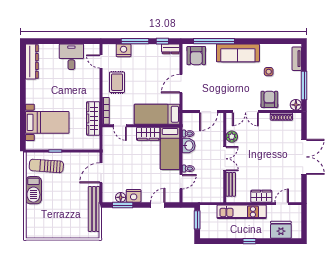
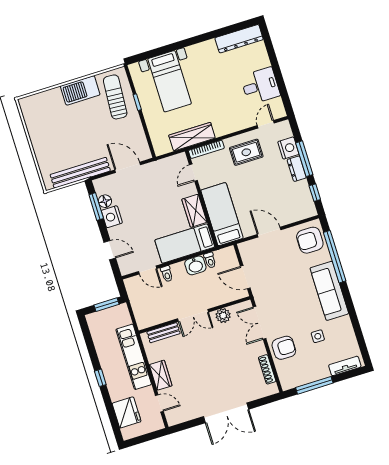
dresser: (171, 49) -> (297, 169), moved
floor lamp: (296, 105) -> (287, 383), removed

